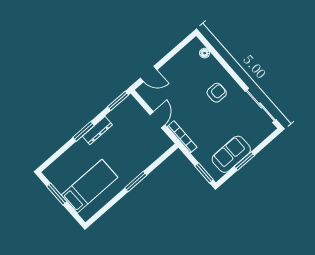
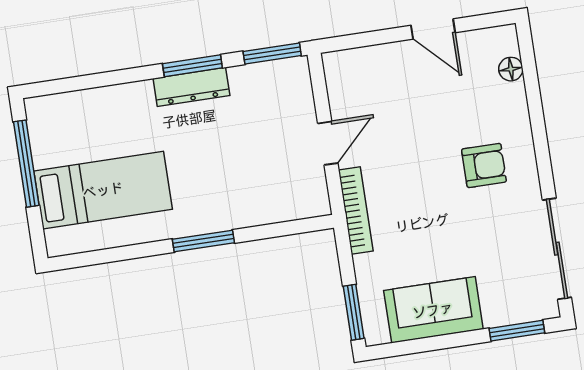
door: (149, 74) -> (433, 29), moved
window: (83, 131) -> (192, 66), moved
window: (244, 161) -> (517, 331), moved
window: (57, 194) -> (26, 164), width x1.44

